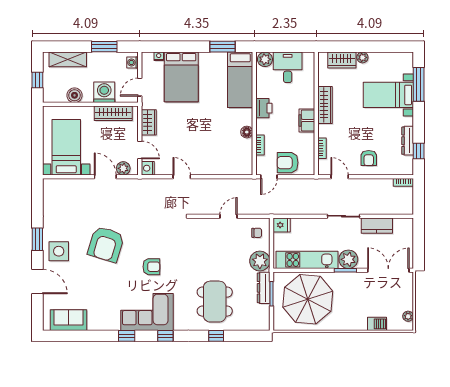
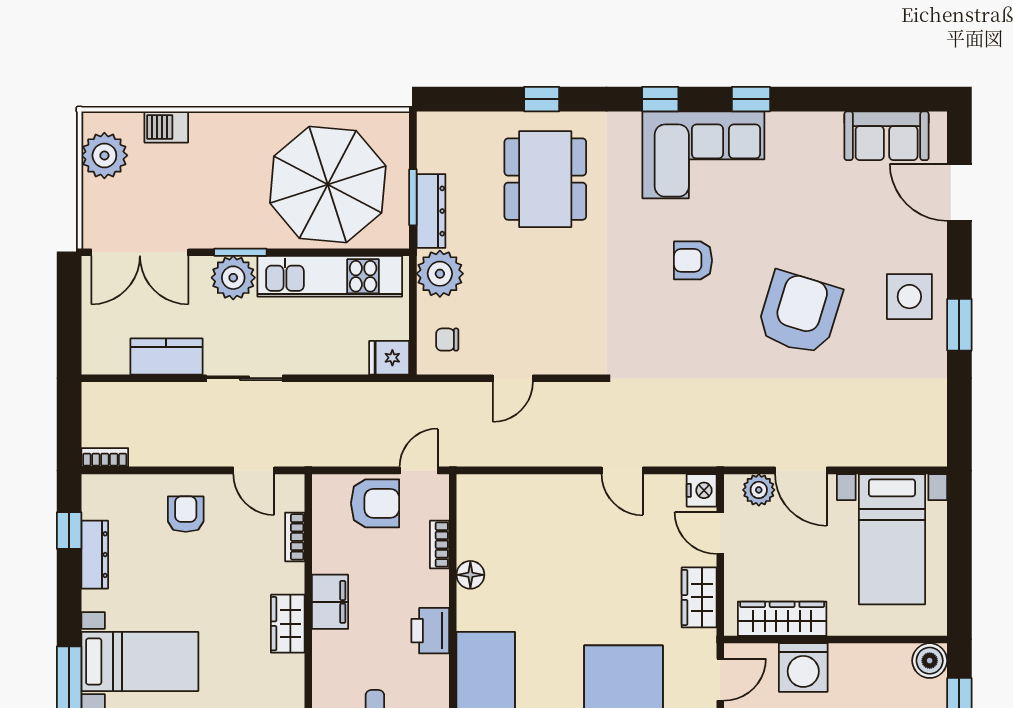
boiler: (75, 95) -> (930, 661), moved
wardrobe: (325, 105) -> (288, 624), width x0.67
door: (37, 282) -> (959, 192), moved
plant: (408, 316) -> (104, 155), width x1.88, depth x1.88

